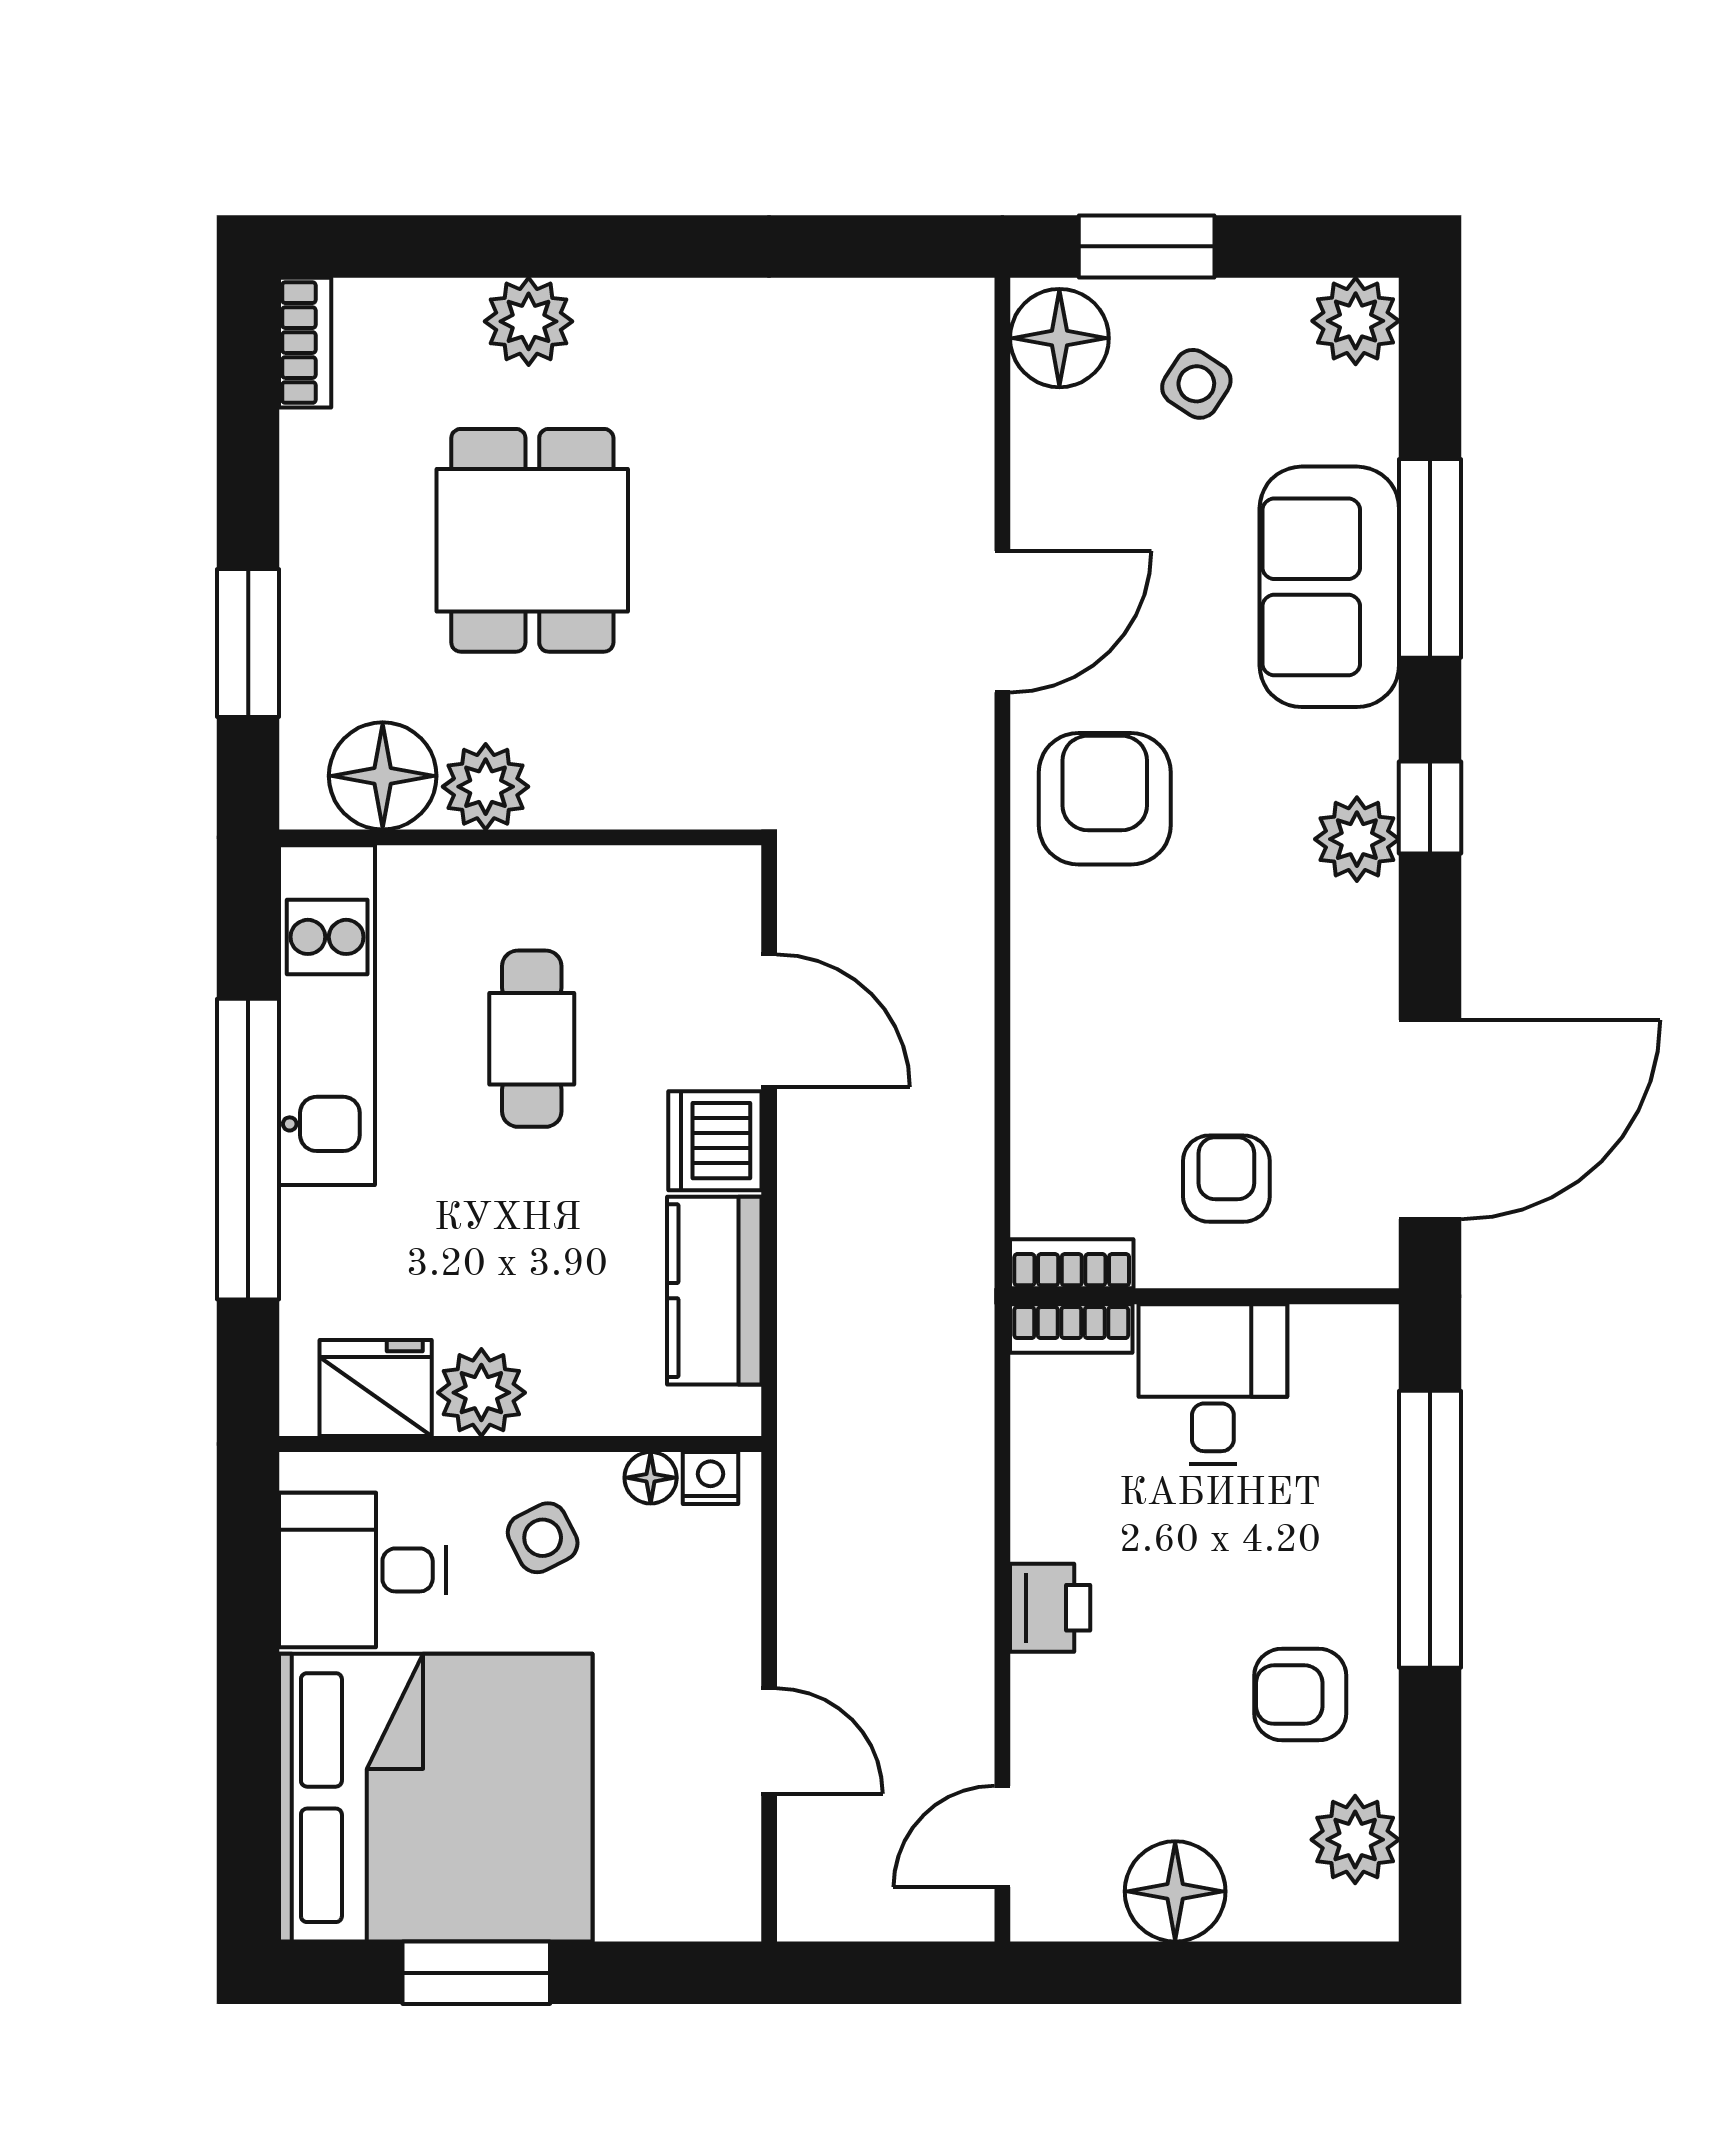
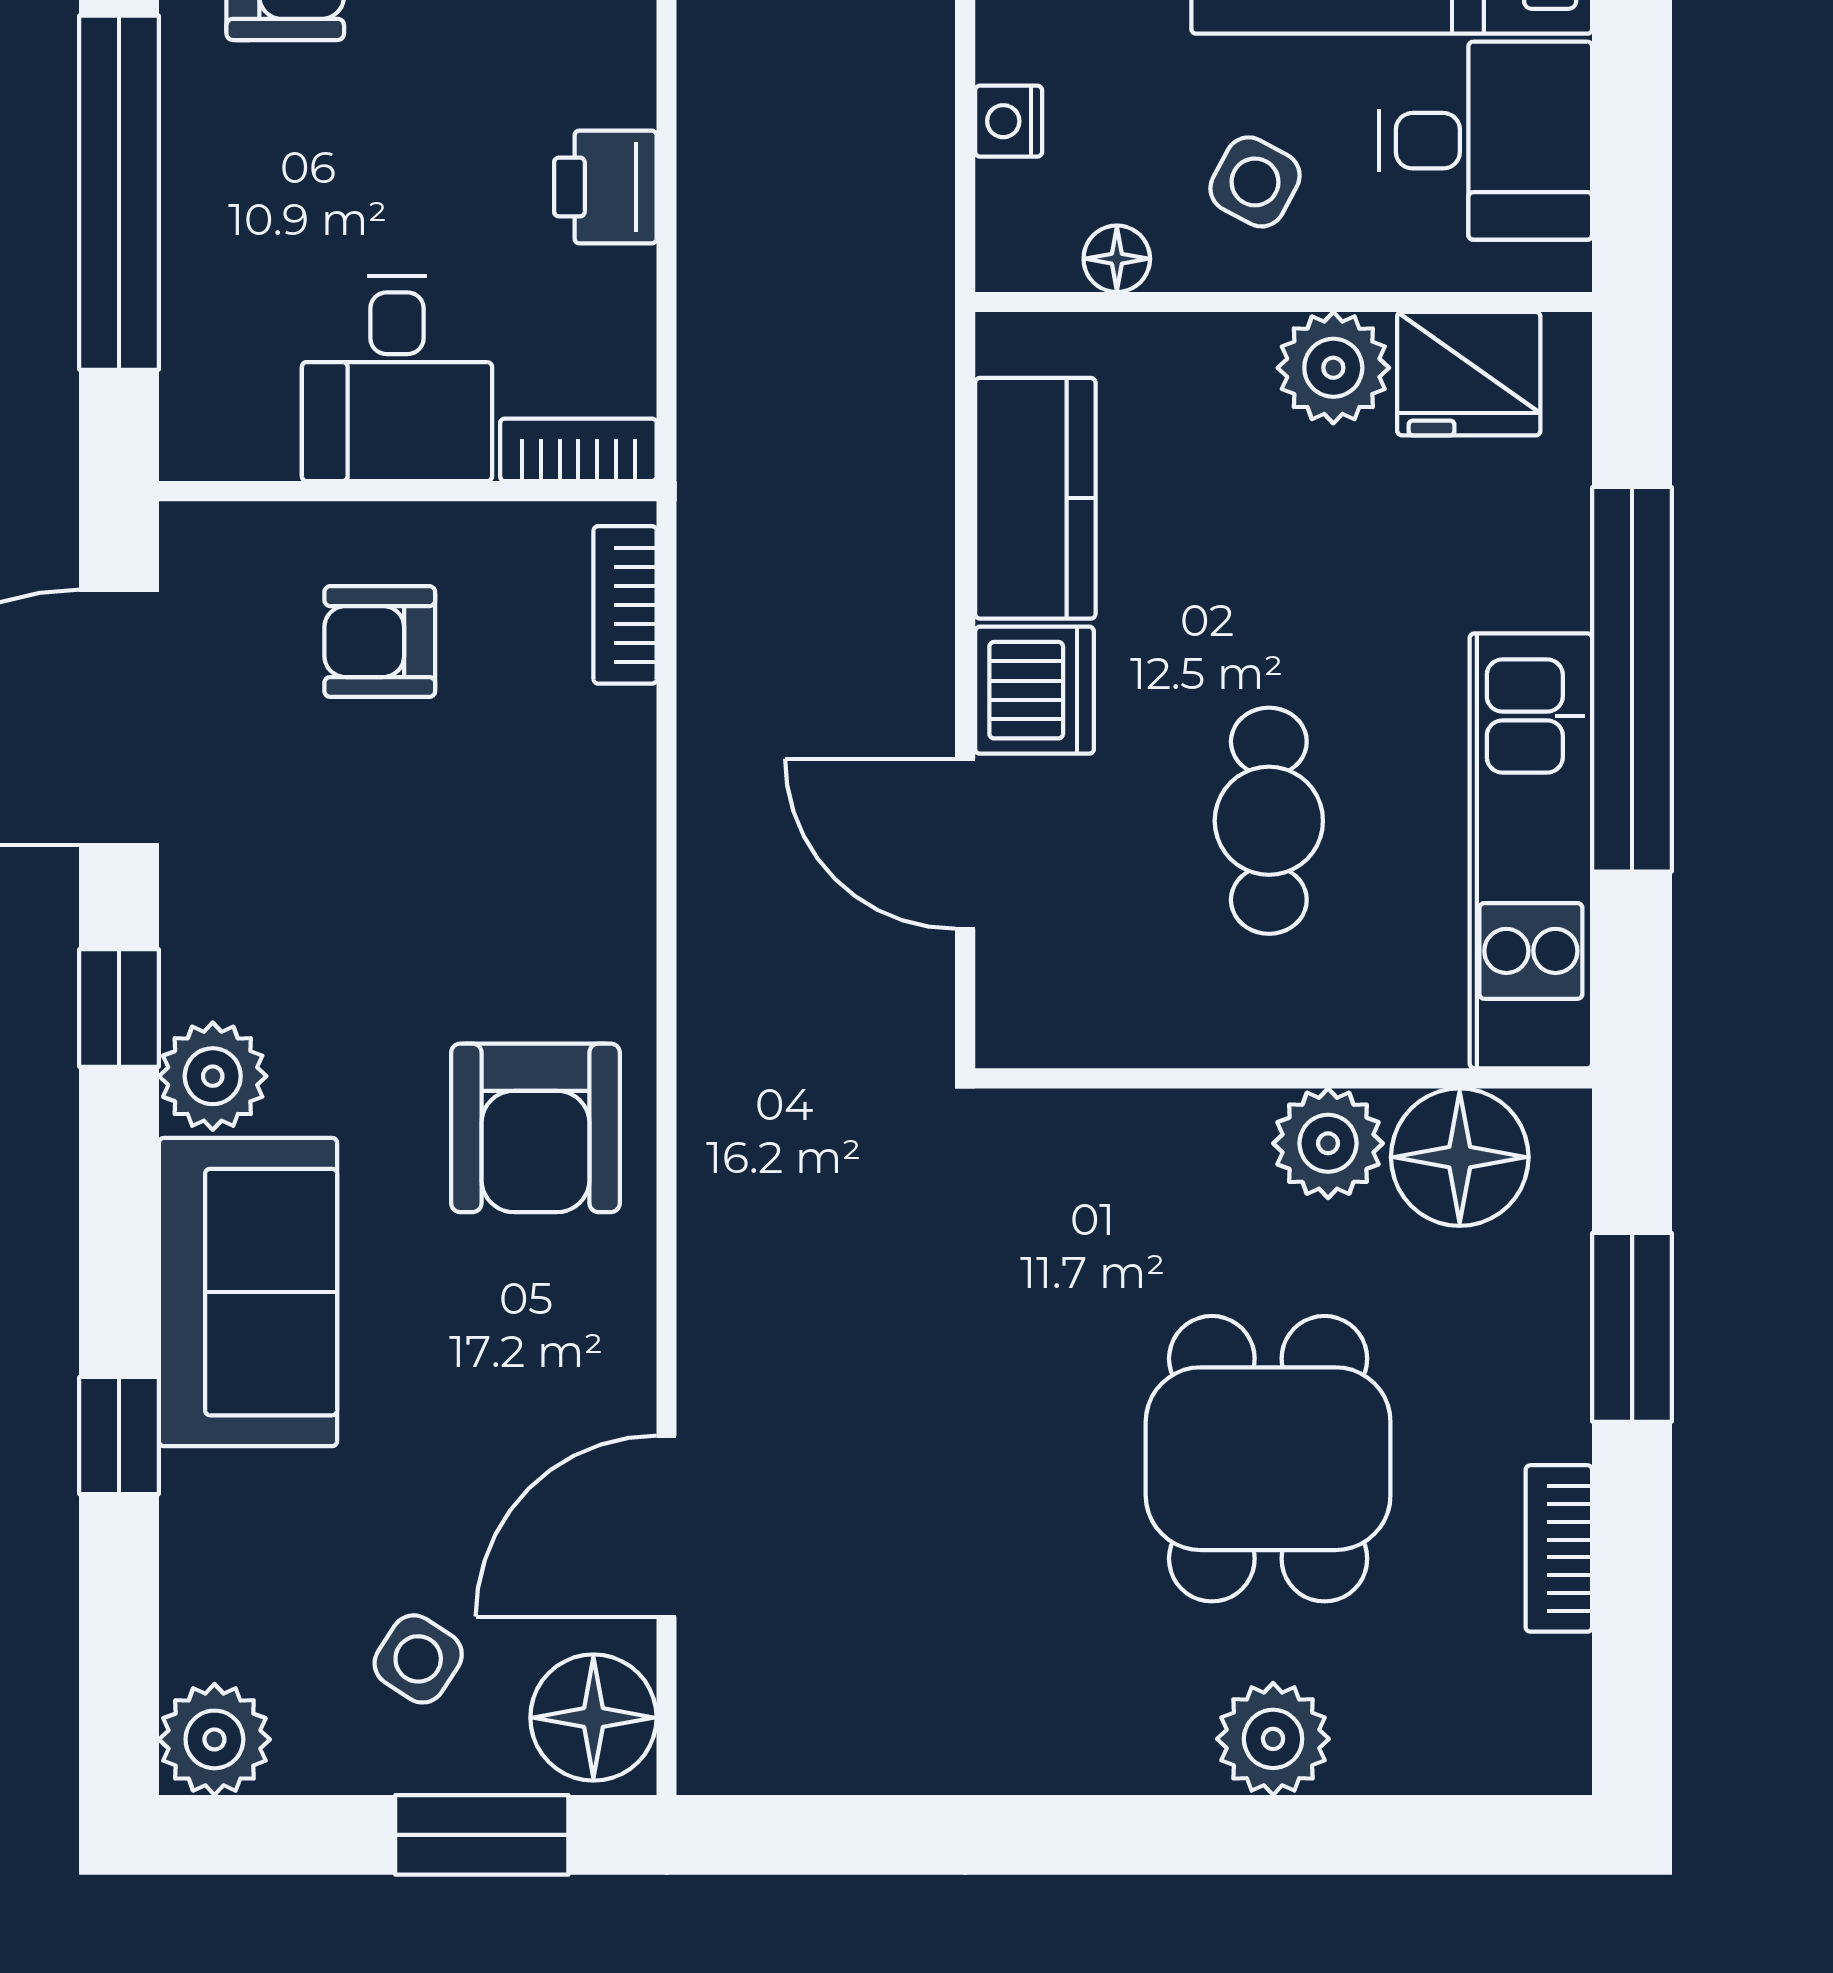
bookcase: (305, 343) -> (1559, 1548), moved
window: (1430, 558) -> (119, 1436), width x0.46
sofa: (1329, 587) -> (248, 1292), moved
door: (1002, 622) -> (667, 1526), moved
window: (1430, 807) -> (119, 1008), moved
armchair: (1226, 1179) -> (380, 642), turned 90
bookcase: (1072, 1264) -> (625, 605), moved, turned 90
nightstand: (711, 1478) -> (1009, 121), moved, turned 90
side table: (543, 1538) -> (1255, 182), turned -35
printer: (1050, 1608) -> (605, 187), moved

